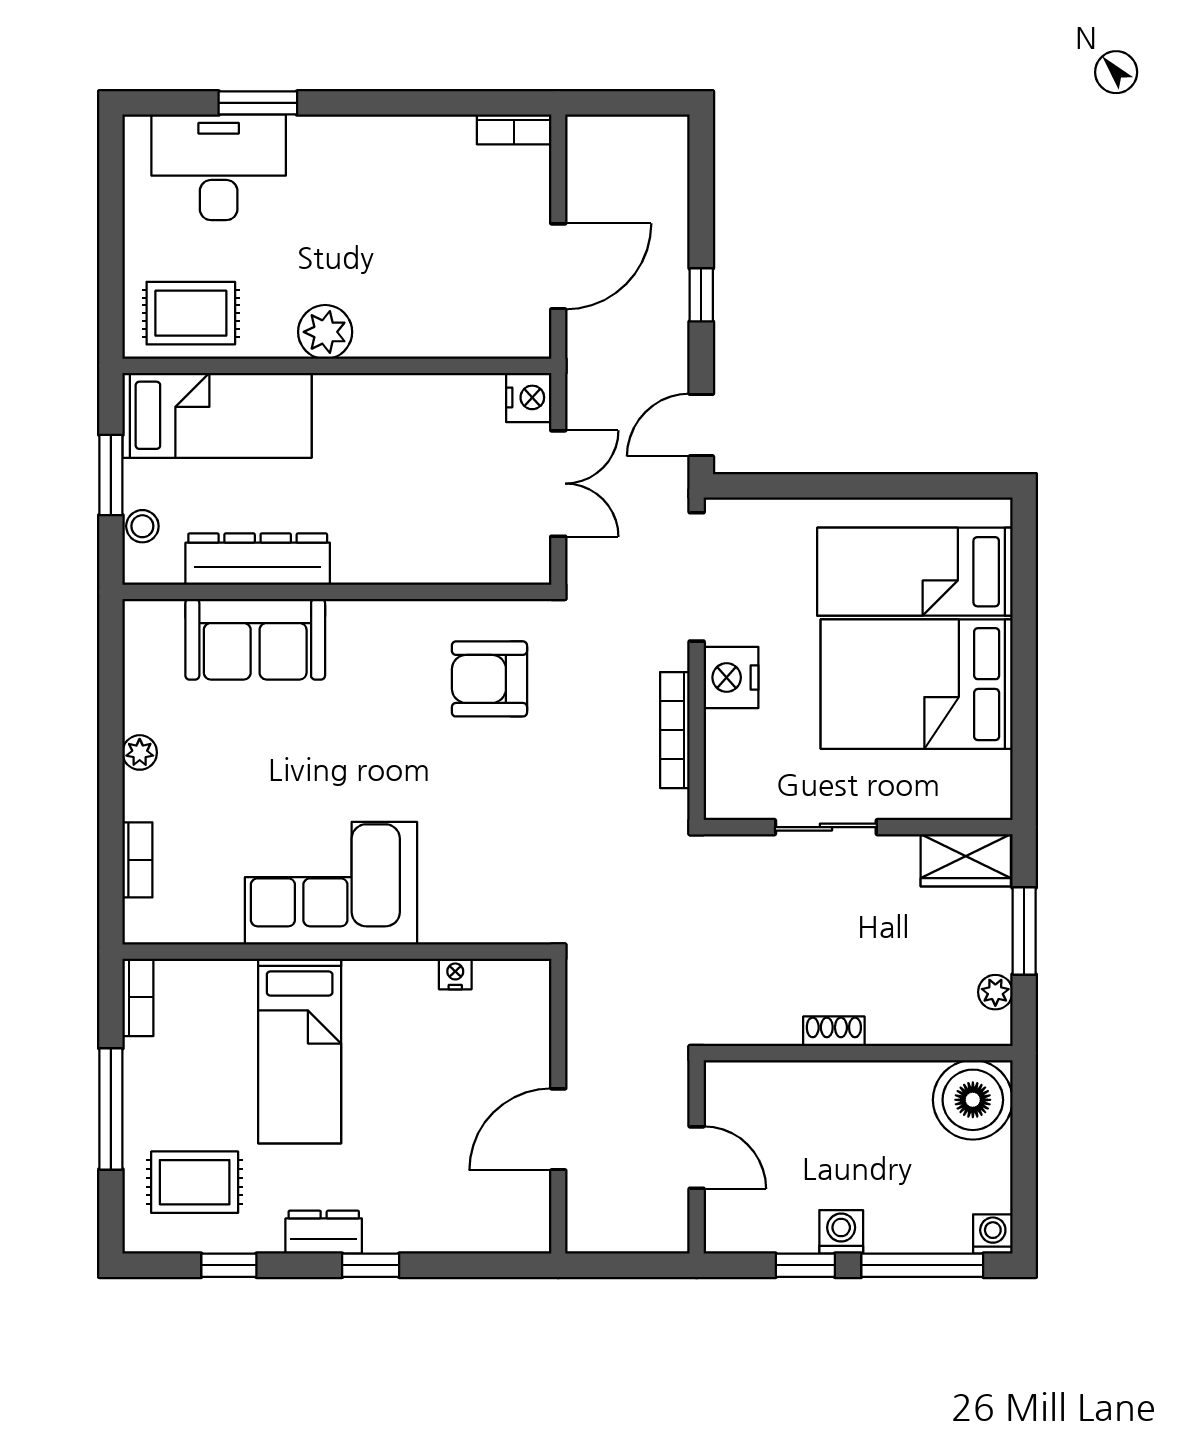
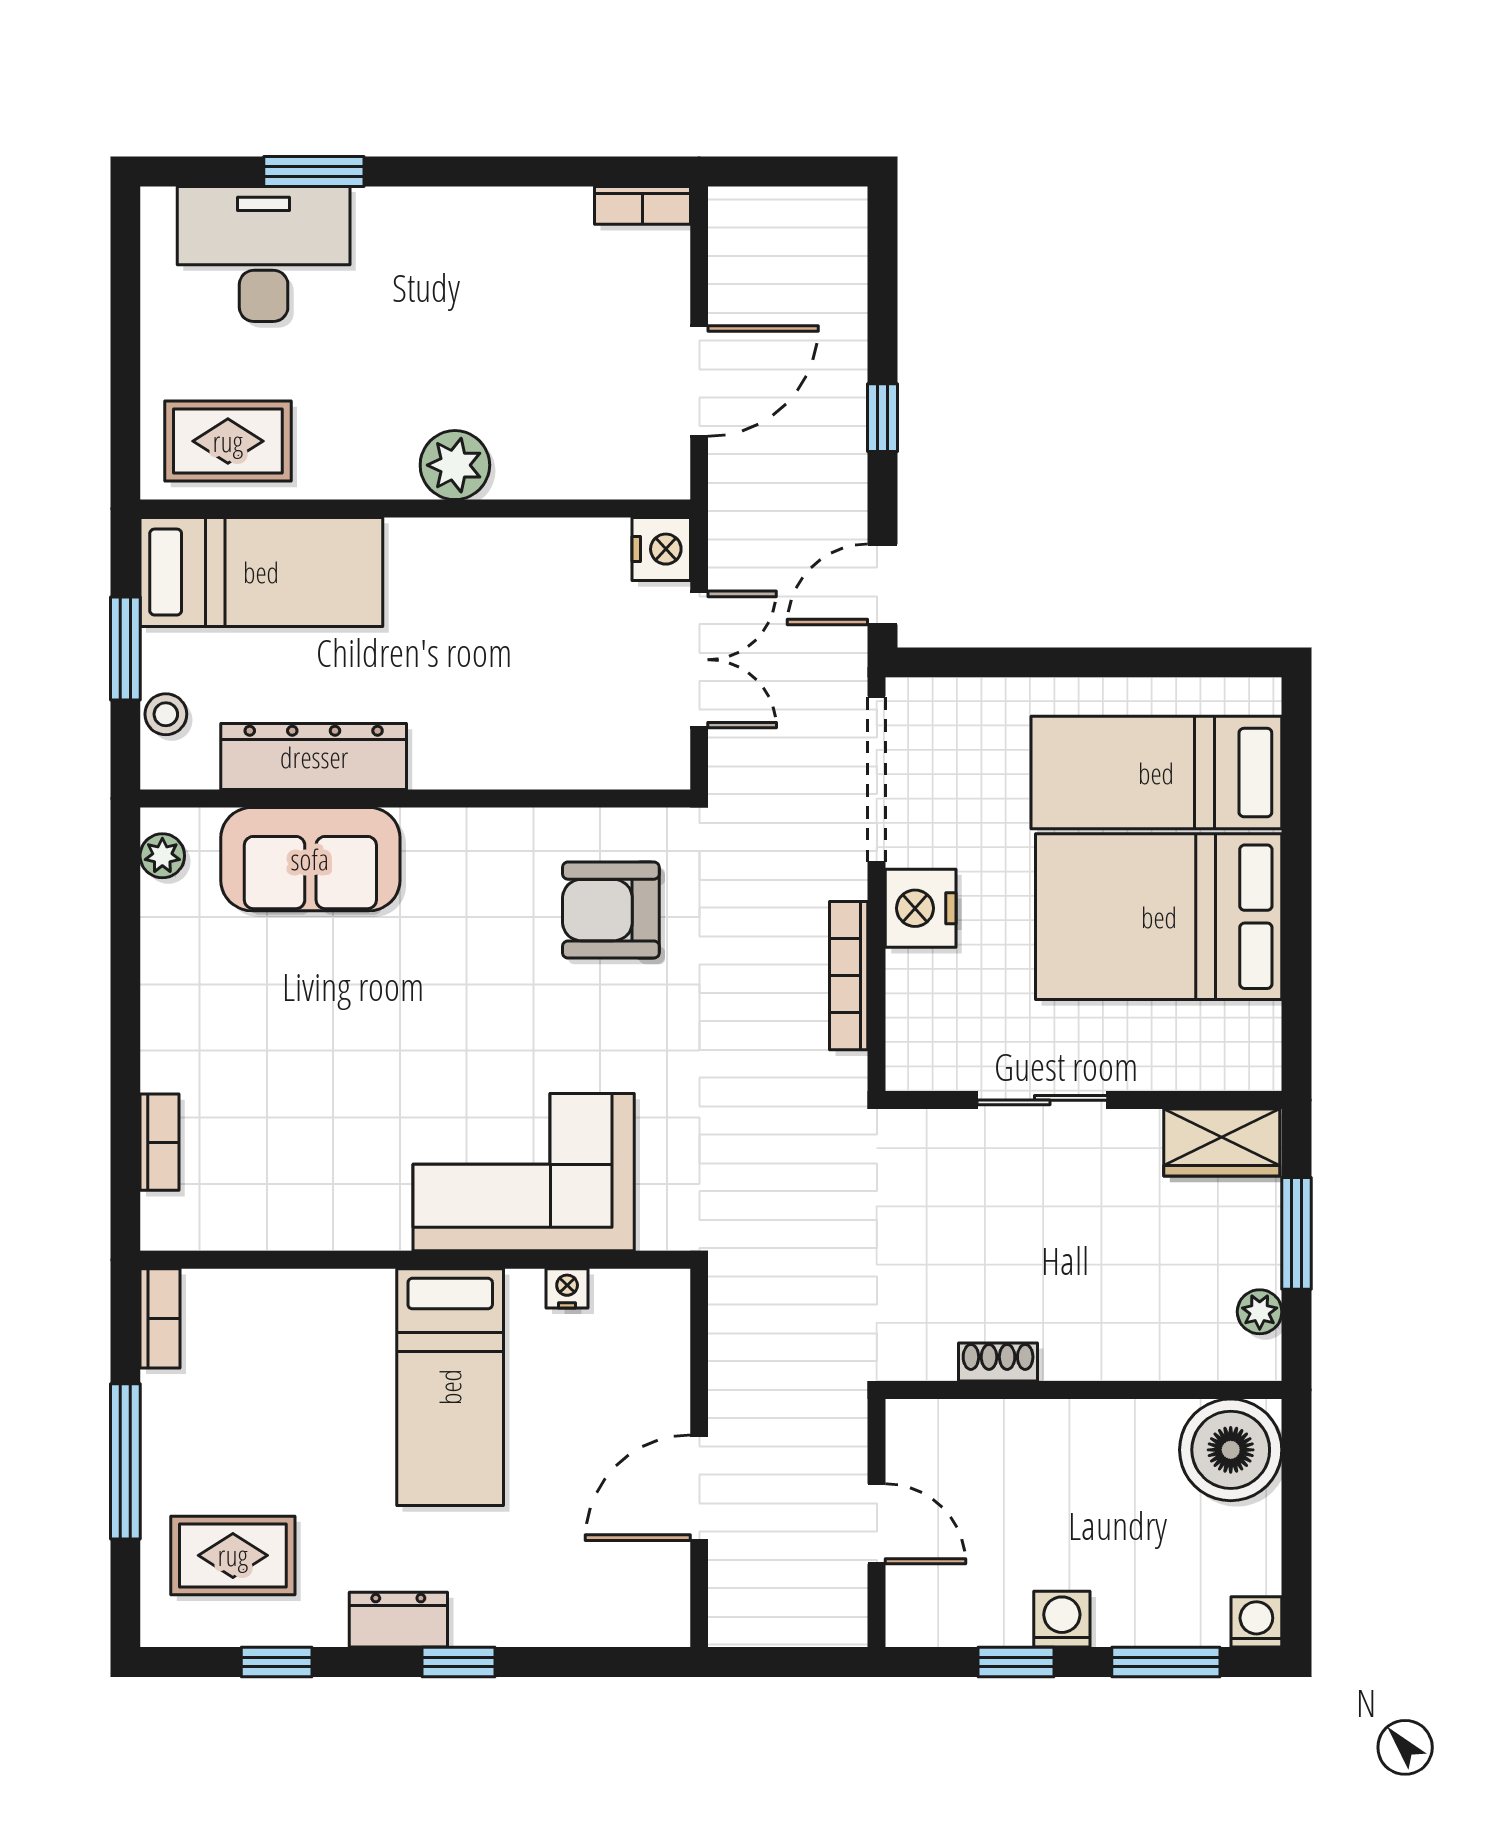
plant: (325, 332) -> (455, 465), moved
plant: (140, 752) -> (162, 856), moved
corner sofa: (331, 883) -> (524, 1172), moved
shoe rack: (834, 1031) -> (998, 1362), moved
bed: (300, 1051) -> (450, 1387), moved
window: (922, 1265) -> (1166, 1662), width x0.69

